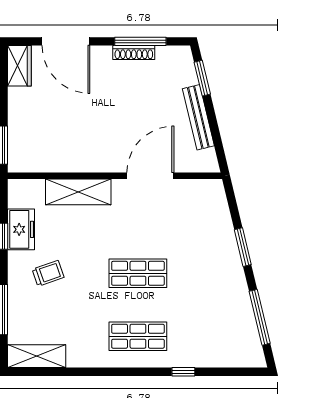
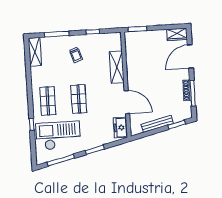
freezer: (21, 229) -> (120, 128), moved, turned 90
checkout: (209, 319) -> (58, 136), added

